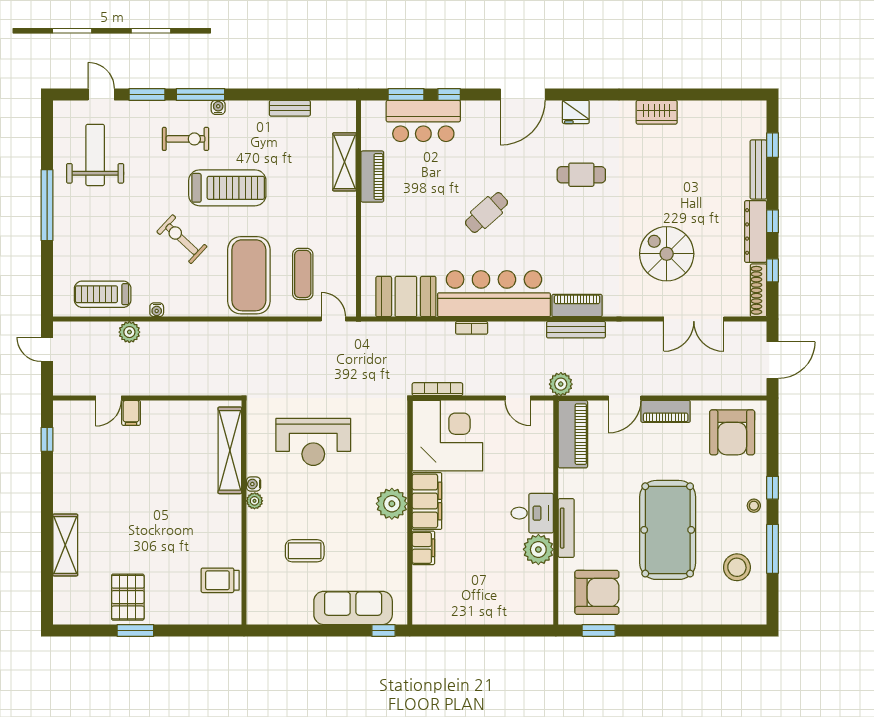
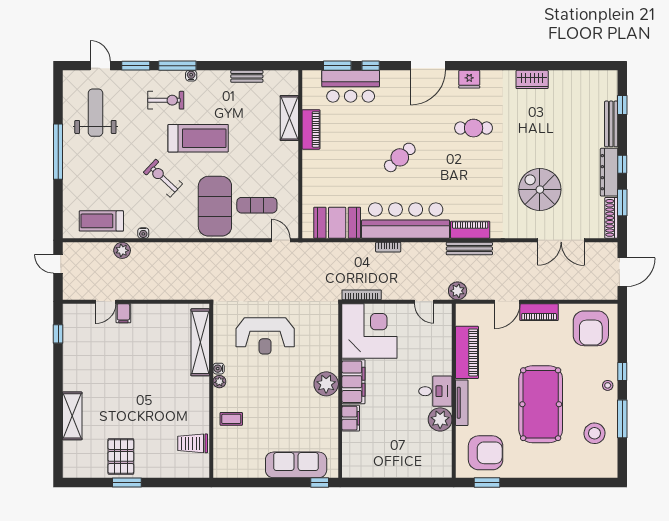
window: (773, 270) -> (622, 202), width x1.50
exercise mat: (303, 274) -> (257, 205), turned 90
piano: (573, 434) -> (467, 352), moved
coffee table: (305, 551) -> (231, 419), moved, width x0.73, depth x0.77

